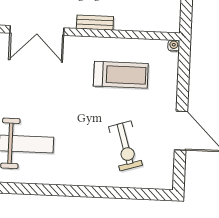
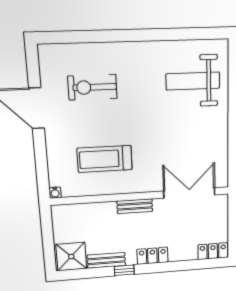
exercise bike: (126, 146) -> (92, 87), turned -73

